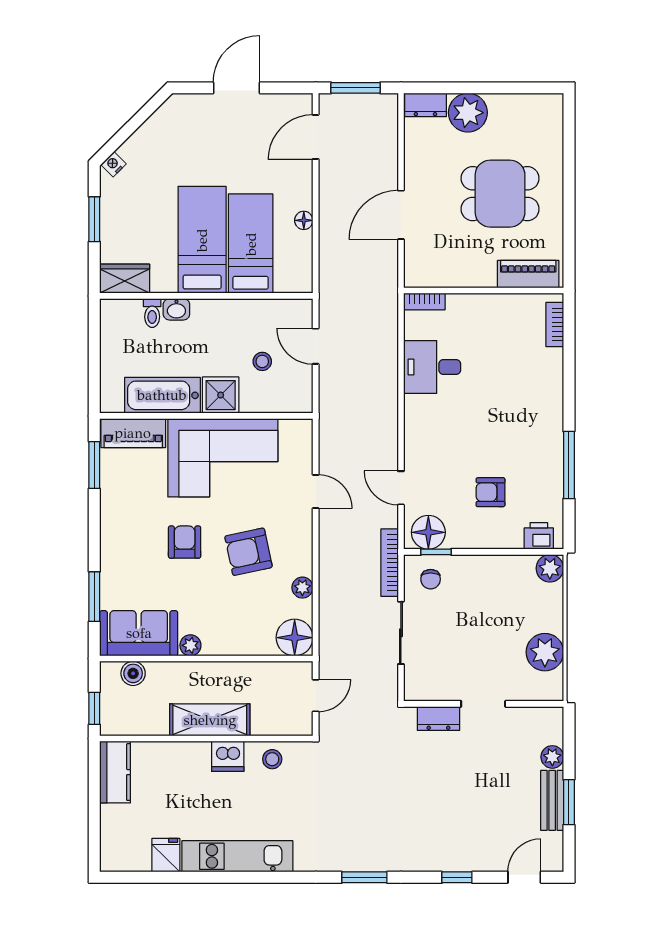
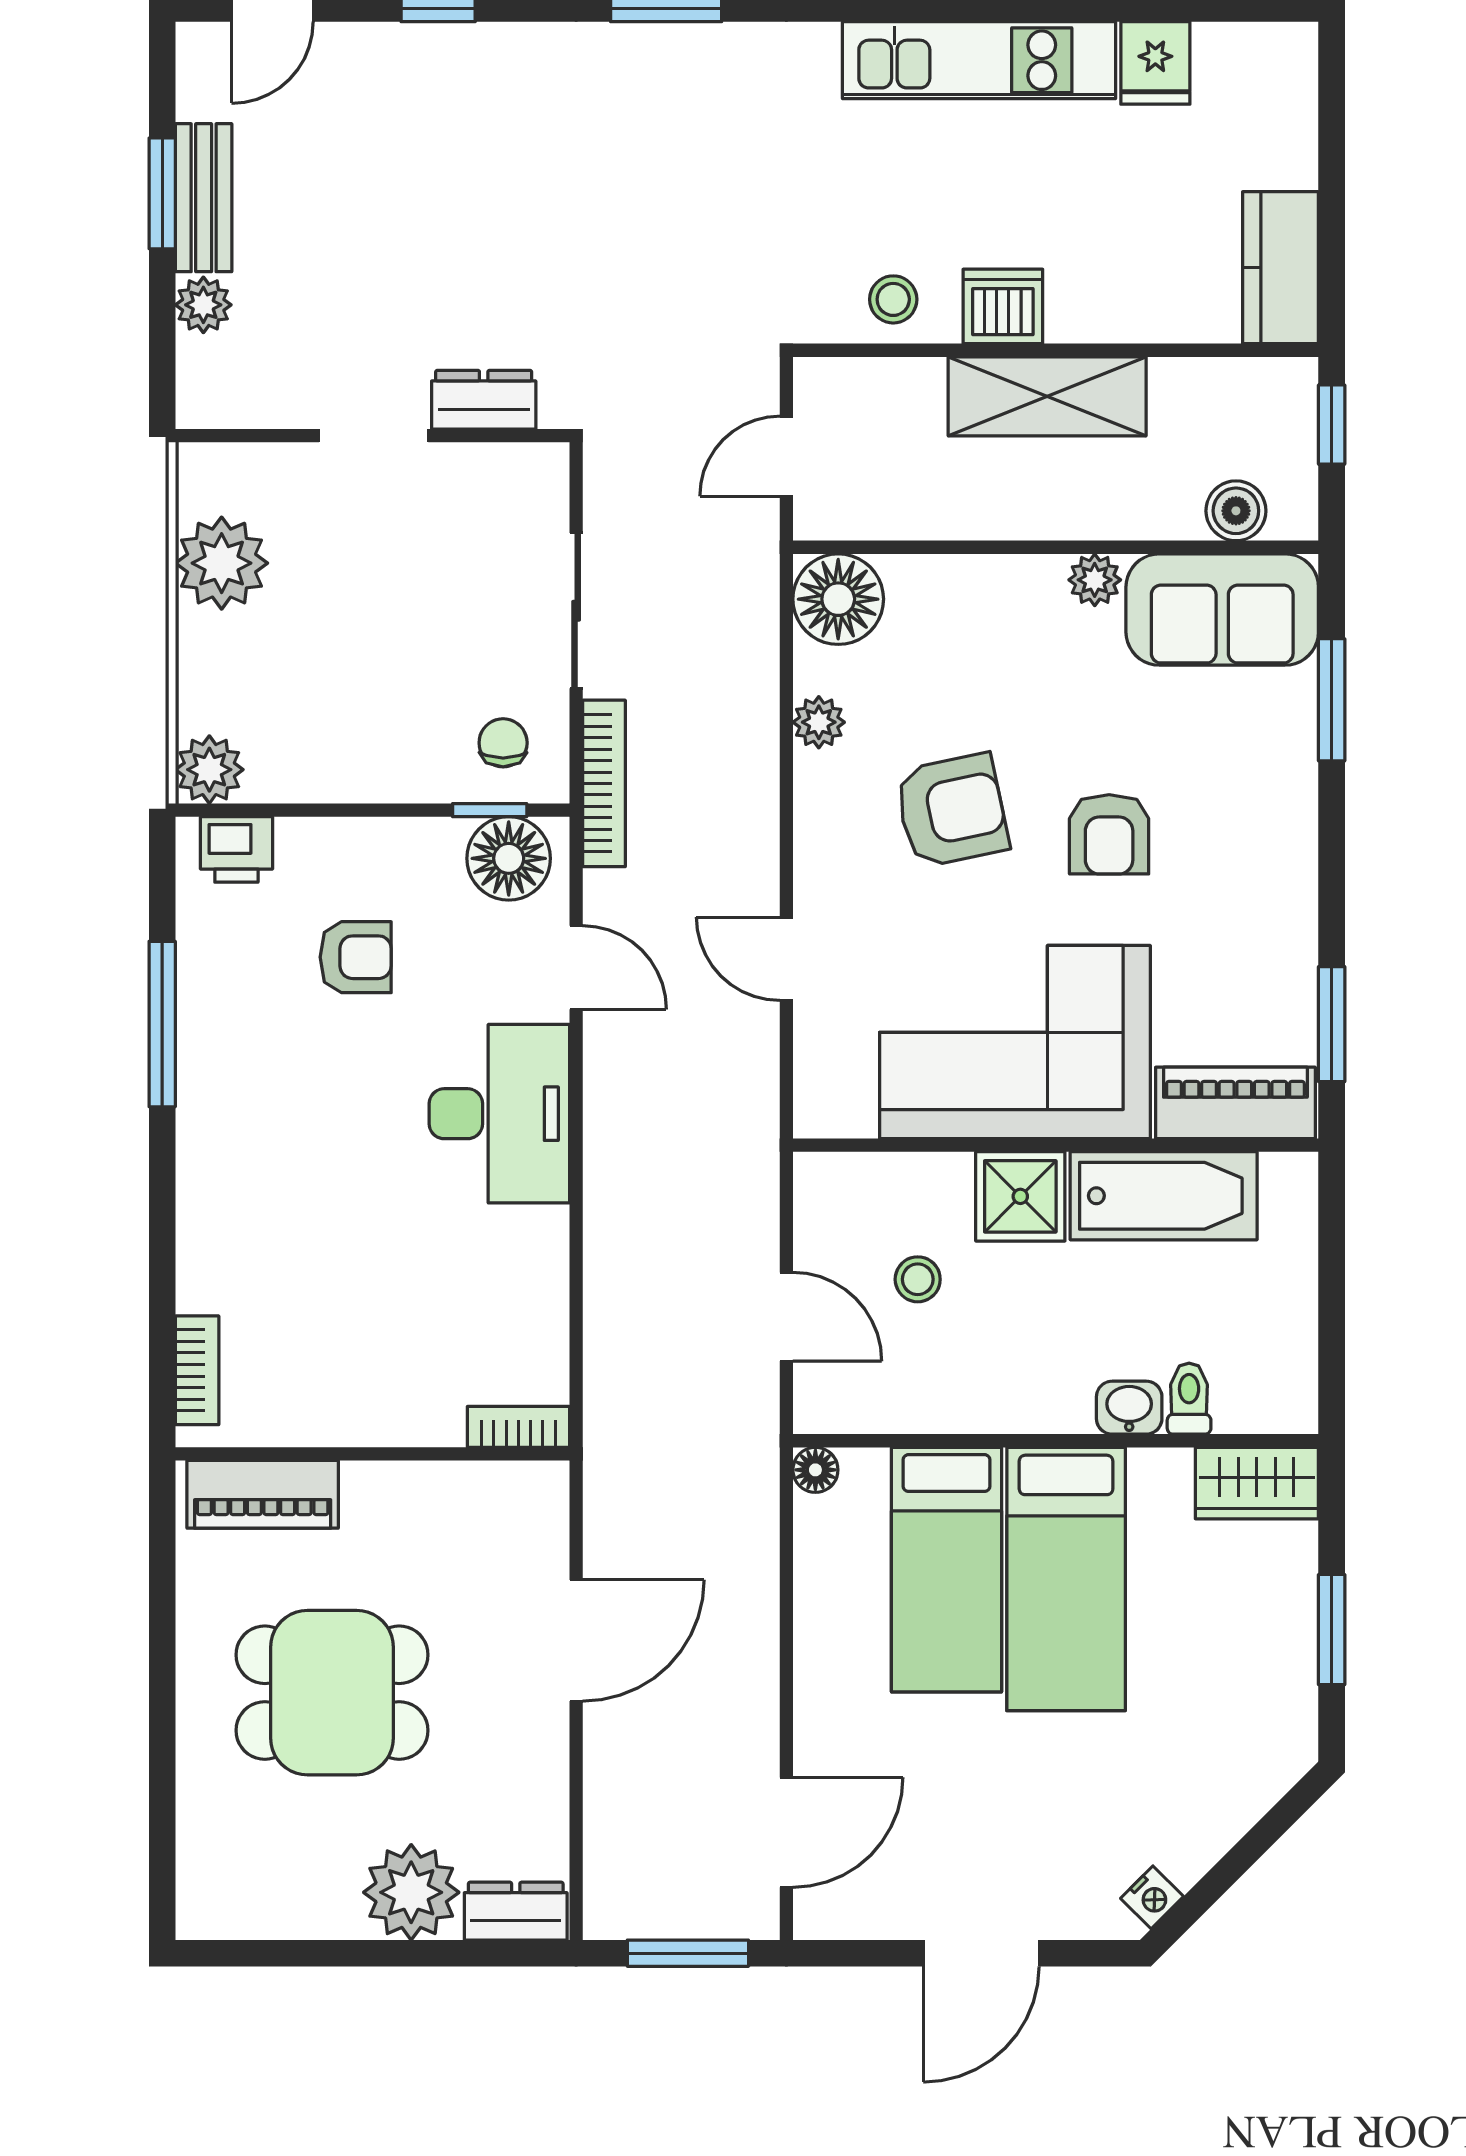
nightstand: (114, 164) -> (1152, 1897), moved
floor lamp: (304, 220) -> (815, 1470), moved
desk: (432, 367) -> (499, 1114), moved, width x1.37

